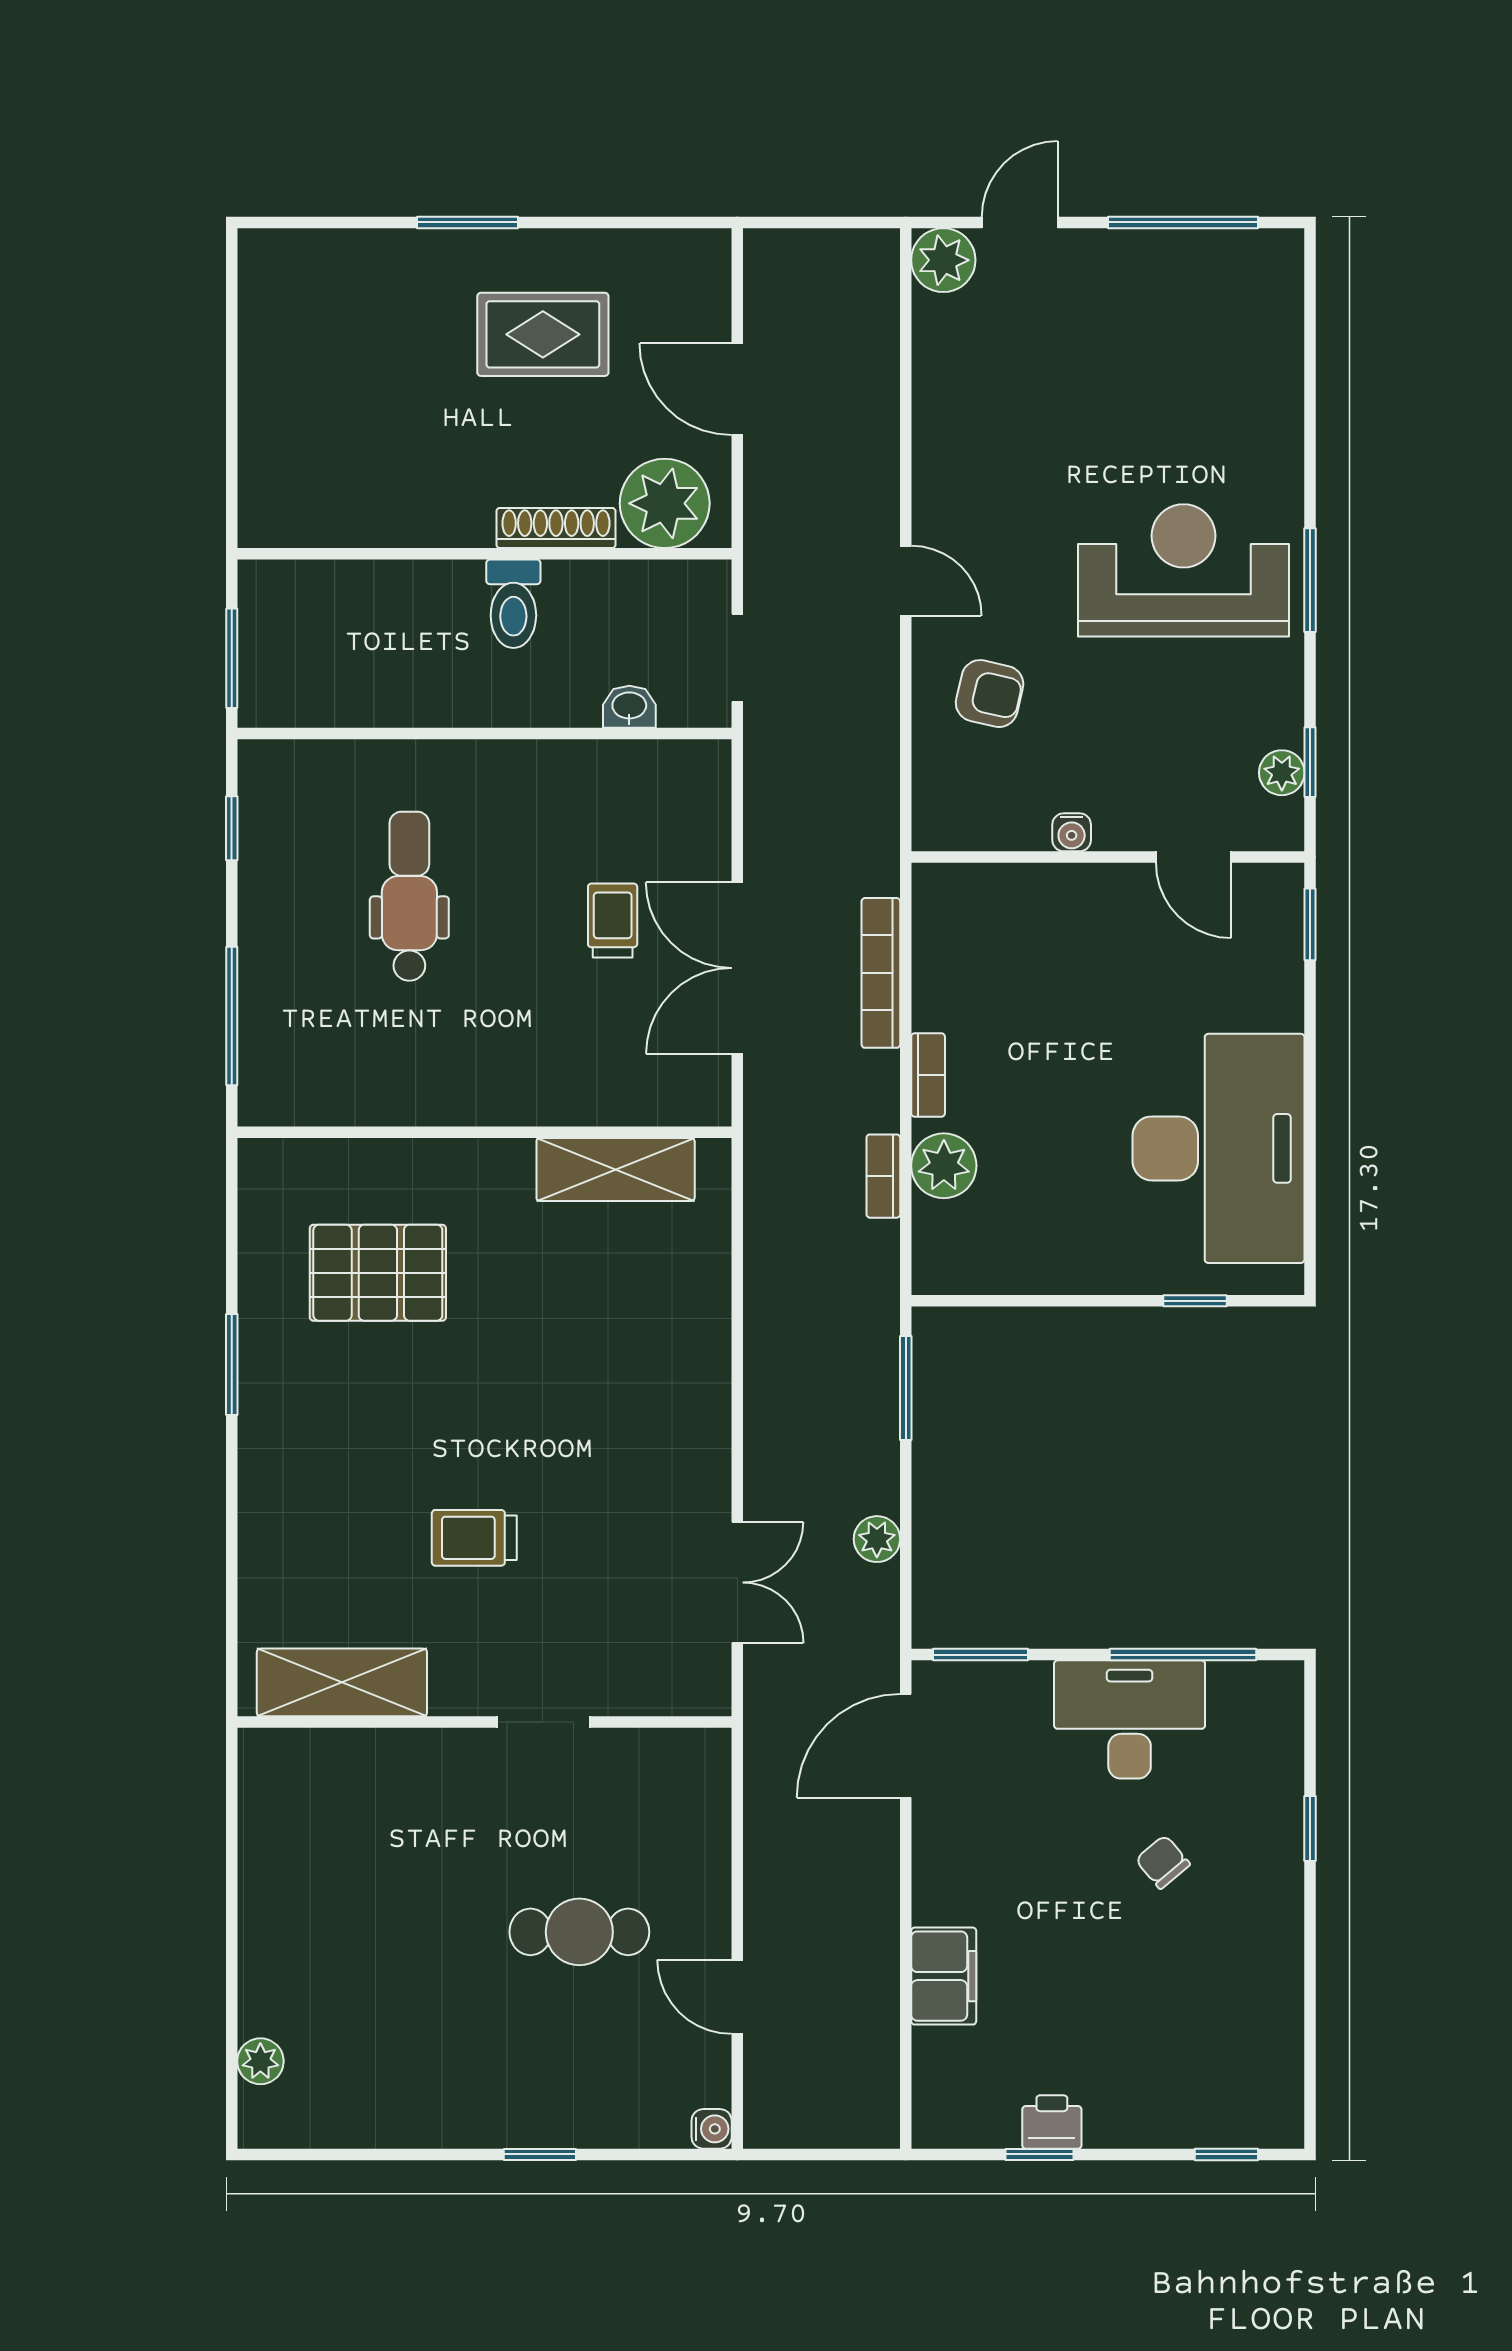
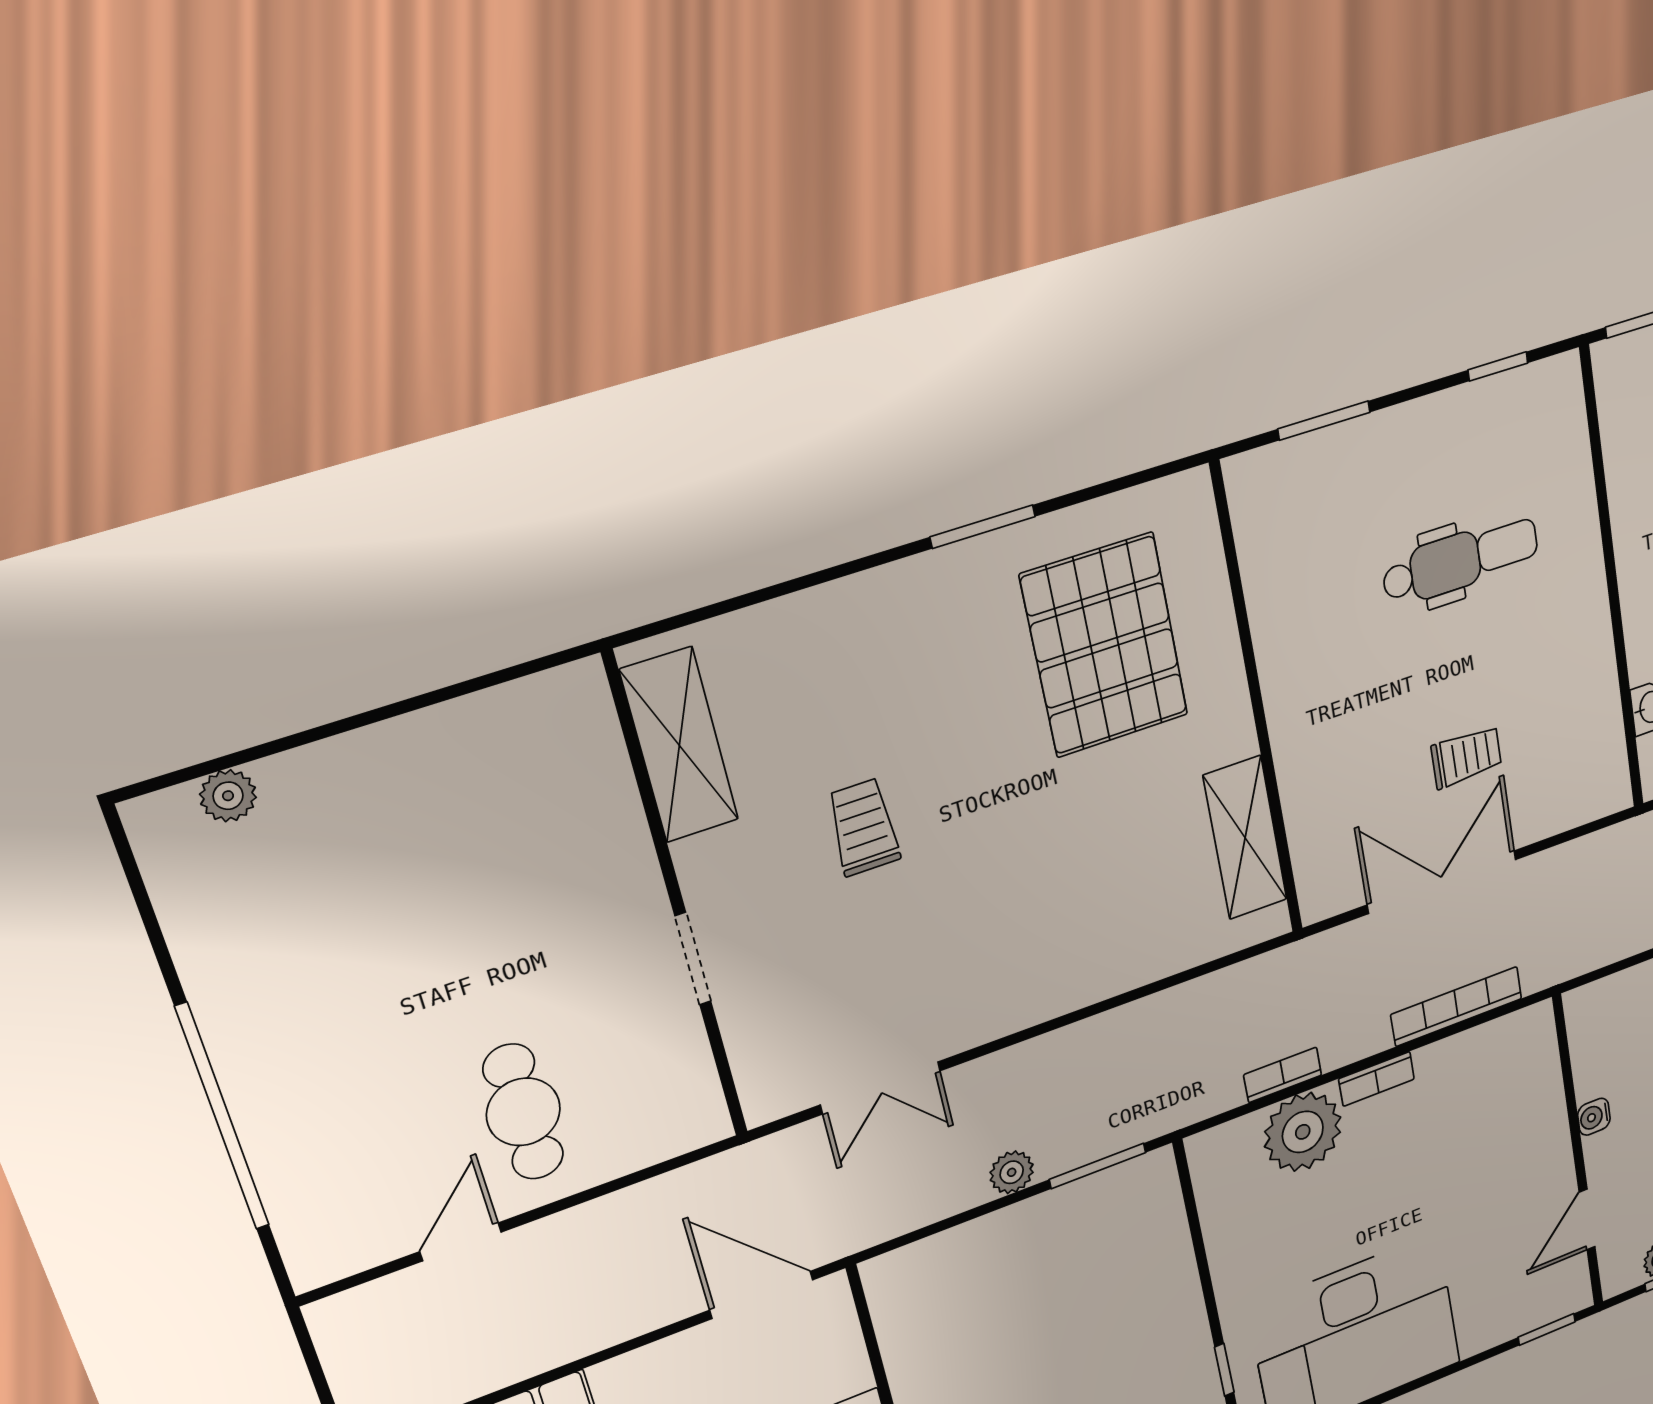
window: (232, 1016) -> (1324, 421), width x0.69
plant: (944, 1166) -> (1303, 1132), width x1.36, depth x1.36
pallet: (378, 1273) -> (1105, 645), width x1.37, depth x1.41
plant: (877, 1539) -> (1012, 1172), moved
window: (980, 1655) -> (866, 1324), removed
cafe table: (579, 1932) -> (523, 1112), moved
water cooler: (712, 2129) -> (311, 1270), removed
window: (540, 2154) -> (222, 1117), width x3.17

